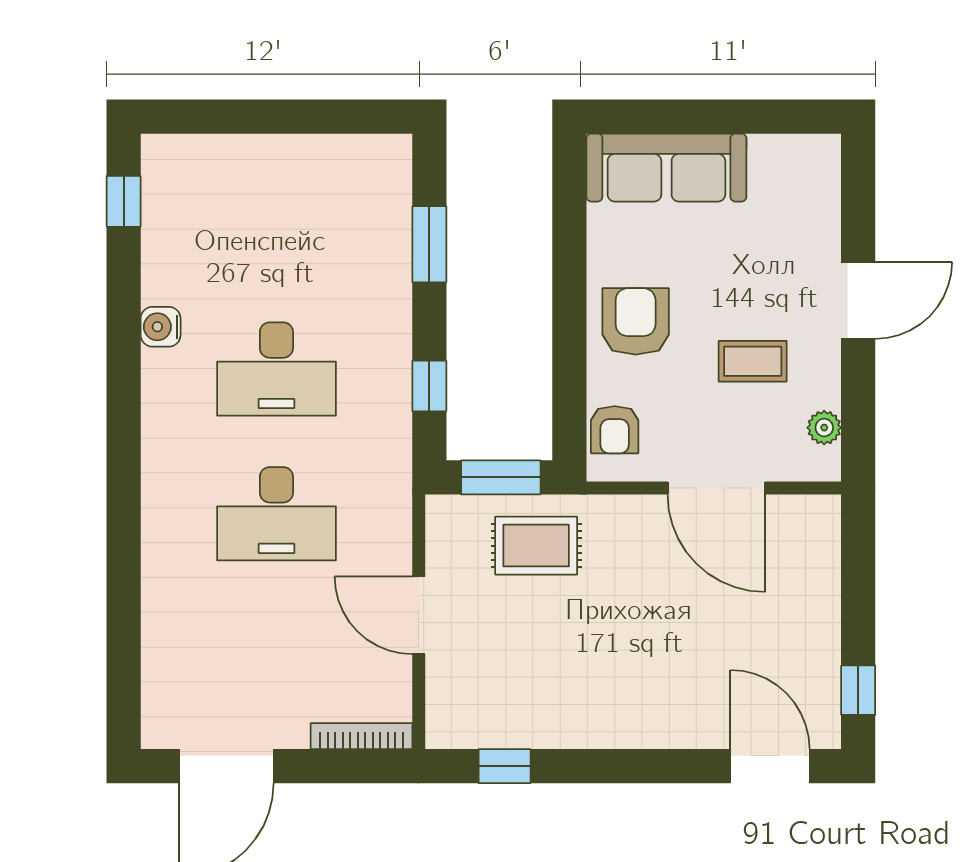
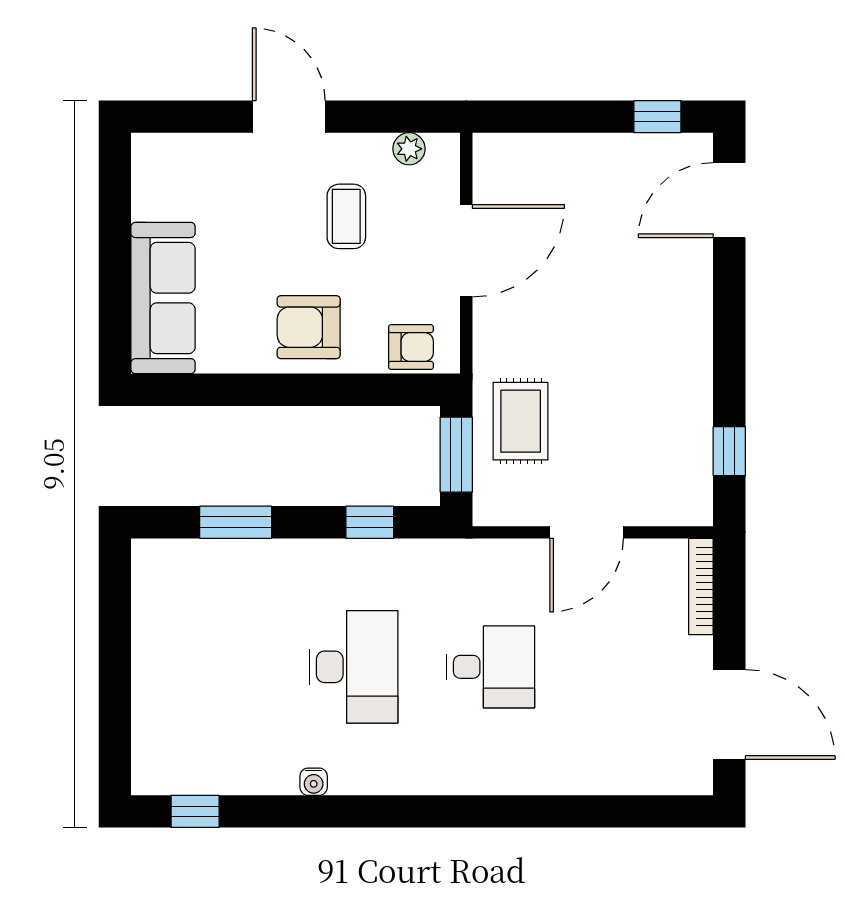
water cooler: (161, 327) -> (314, 782), width x0.72, depth x0.72
desk: (276, 514) -> (491, 667), width x0.73

